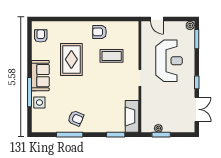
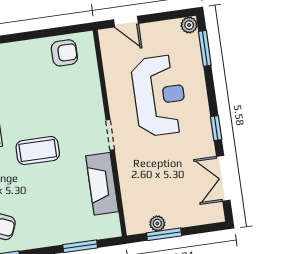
armchair: (100, 32) -> (64, 53), moved, turned 180
coffee table: (112, 56) -> (38, 151), moved
double door: (197, 109) -> (223, 178), swing flipped
fireplace: (132, 116) -> (102, 184), moved

